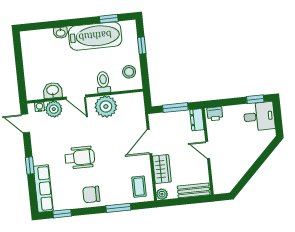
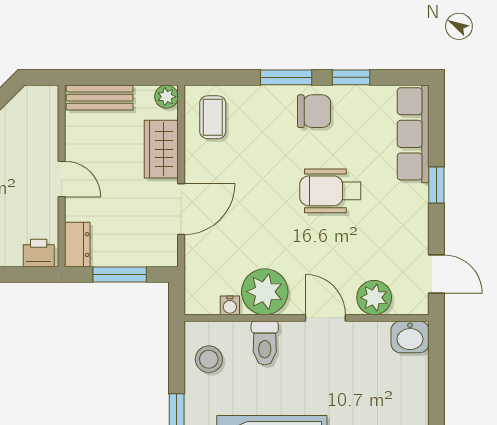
washbasin: (53, 90) -> (410, 337), moved
water cooler: (40, 107) -> (230, 305), moved
window: (118, 208) -> (286, 77), moved
window: (62, 214) -> (351, 77), moved

